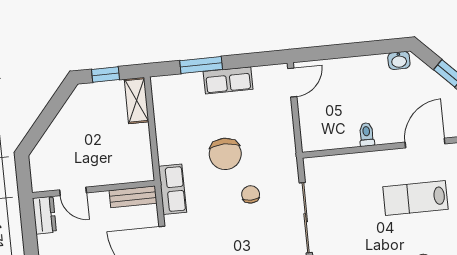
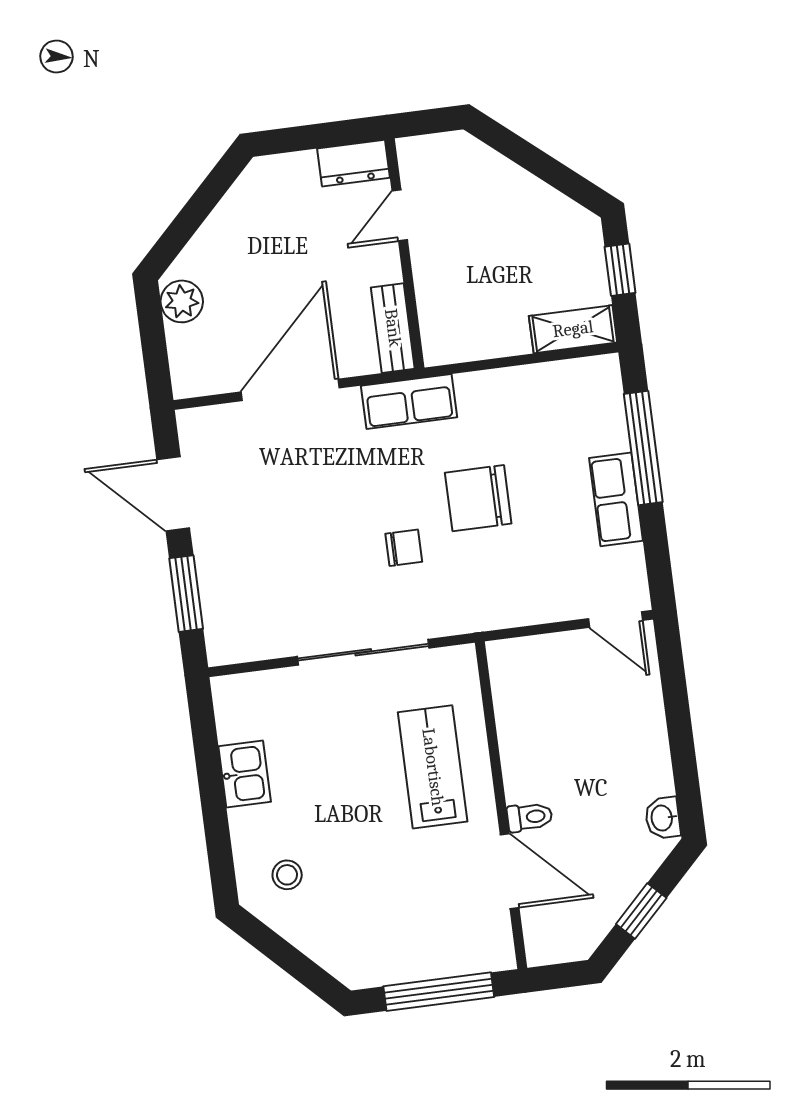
window: (201, 65) -> (643, 448), width x1.44
toilet: (367, 134) -> (530, 817), moved
lab bench: (415, 198) -> (433, 767), moved

